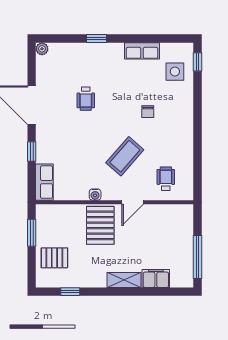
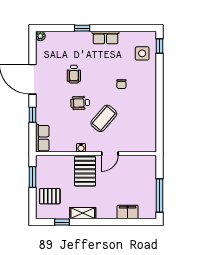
row of seats: (142, 51) -> (105, 38), moved
wheelchair: (166, 179) -> (80, 103), moved, turned -93
shelving: (124, 280) -> (83, 213), moved

